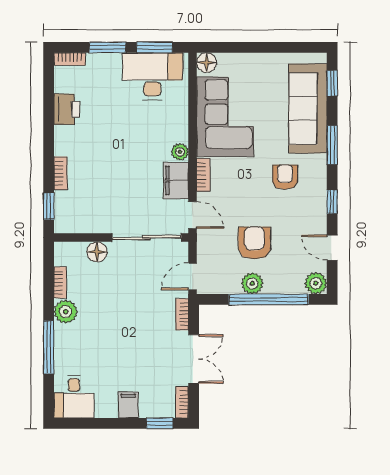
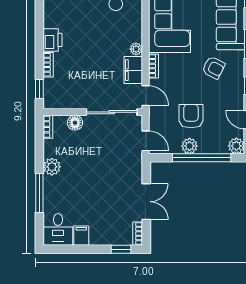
printer: (67, 109) -> (53, 40), moved
armchair: (285, 177) -> (214, 68), turned 117
door: (193, 276) -> (145, 141), swing flipped
bookcase: (60, 282) -> (48, 127), moved
bookcase: (182, 314) -> (138, 169), removed
filing cabinet: (128, 405) -> (81, 236), moved

